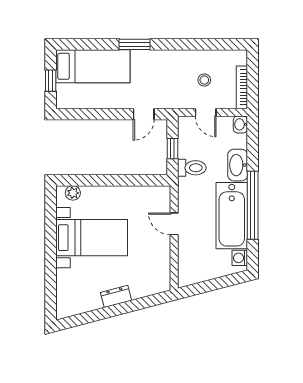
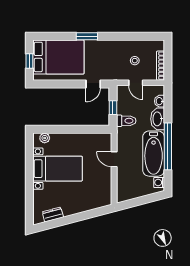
bed: (93, 66) -> (58, 57), width x1.50
washbasin: (240, 124) -> (159, 101), moved
dresser: (116, 296) -> (53, 215), moved

